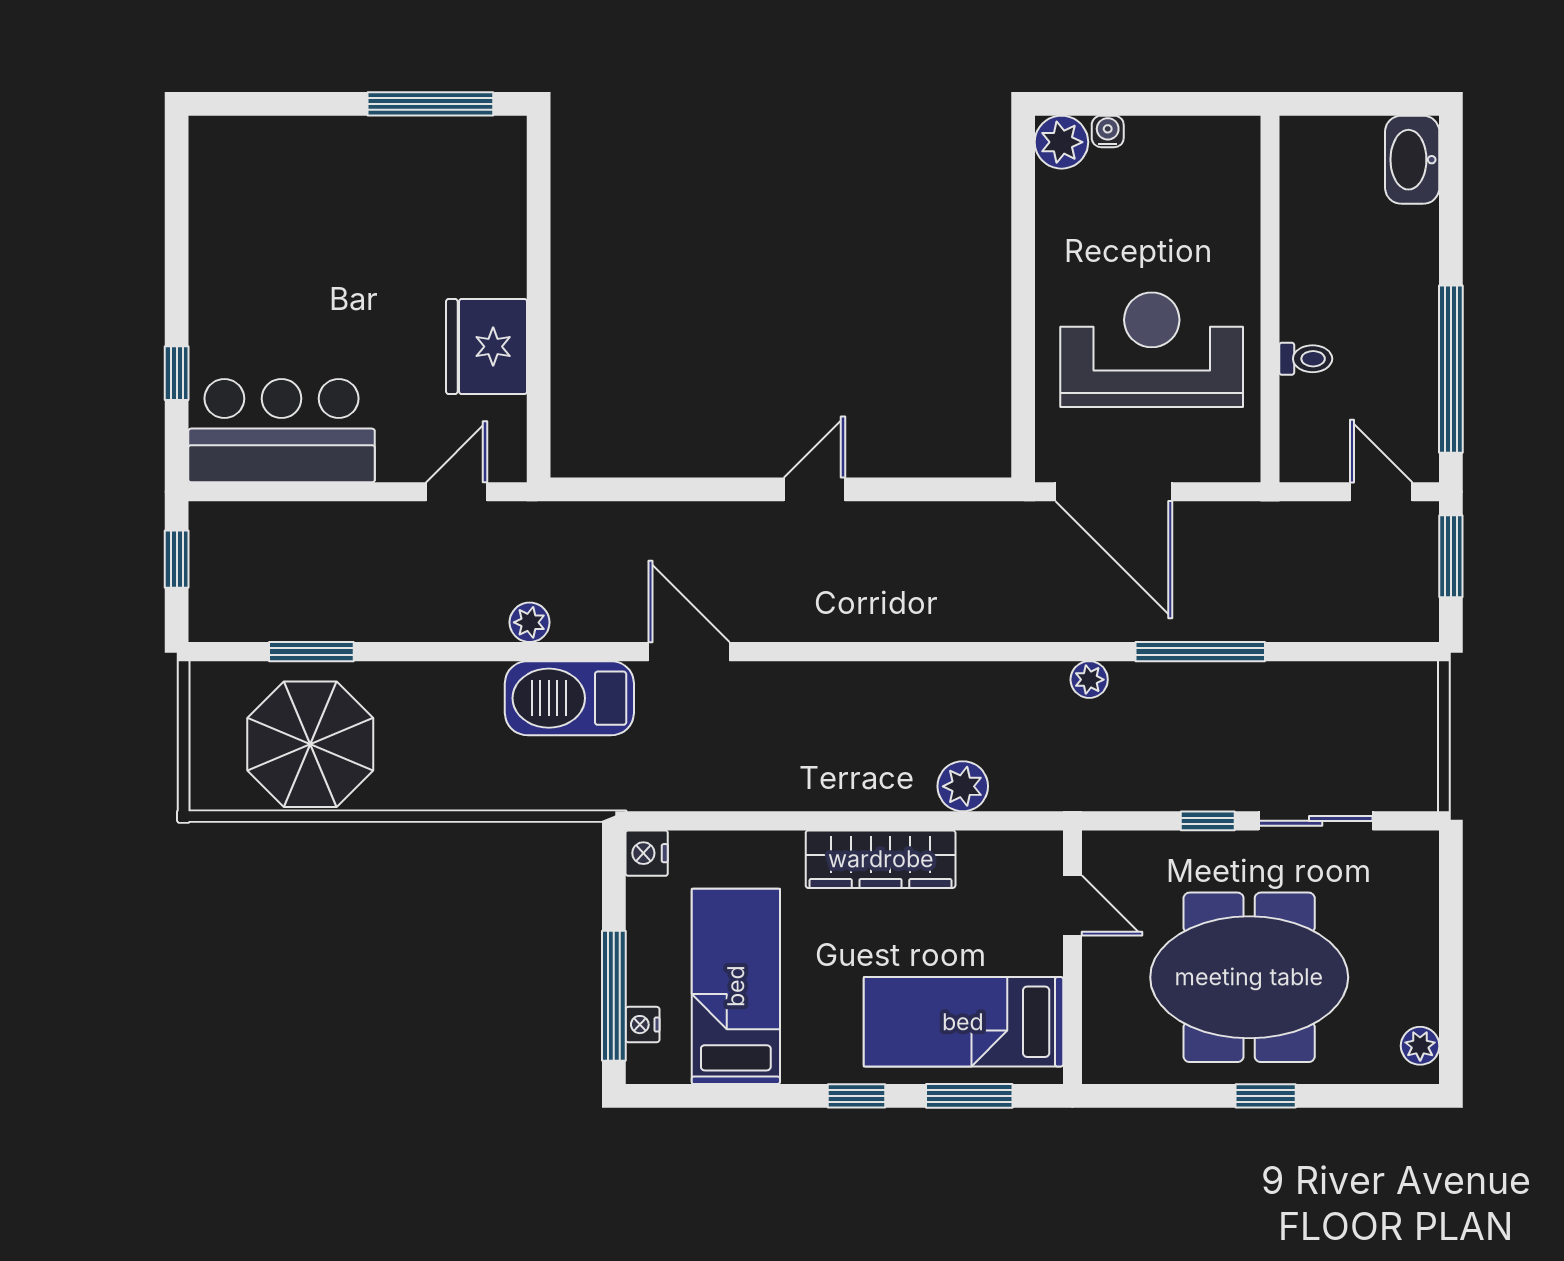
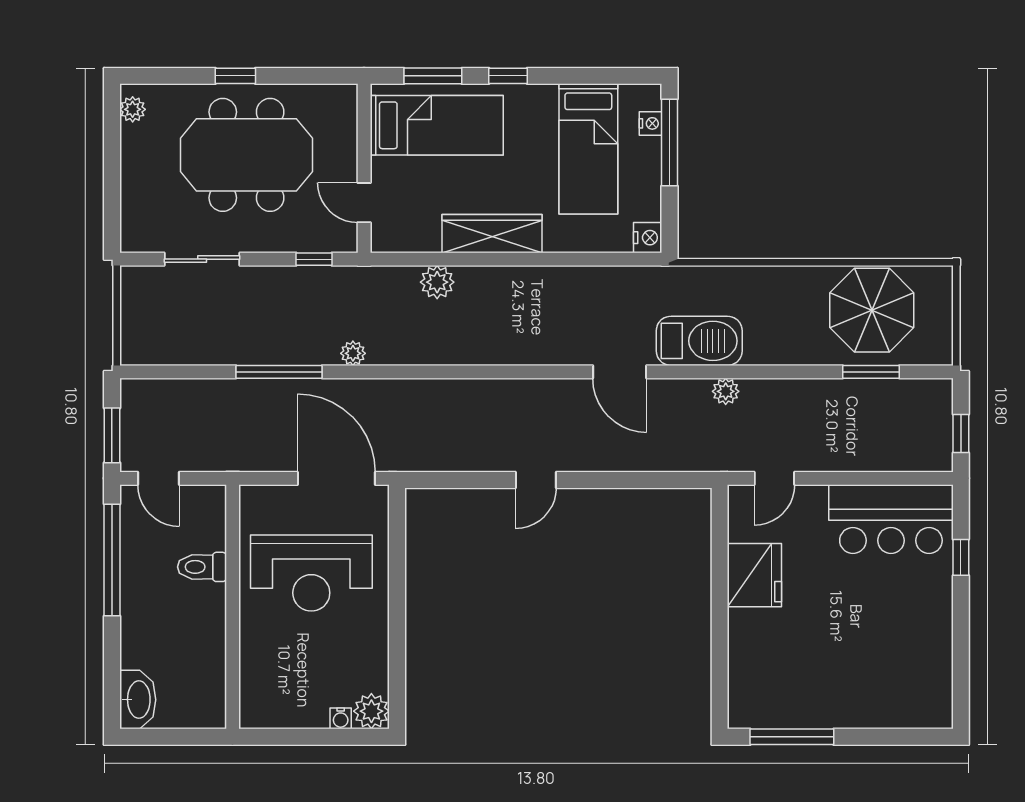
toilet: (1306, 359) -> (202, 567), width x1.37, depth x1.39
window: (1208, 821) -> (314, 259), moved

